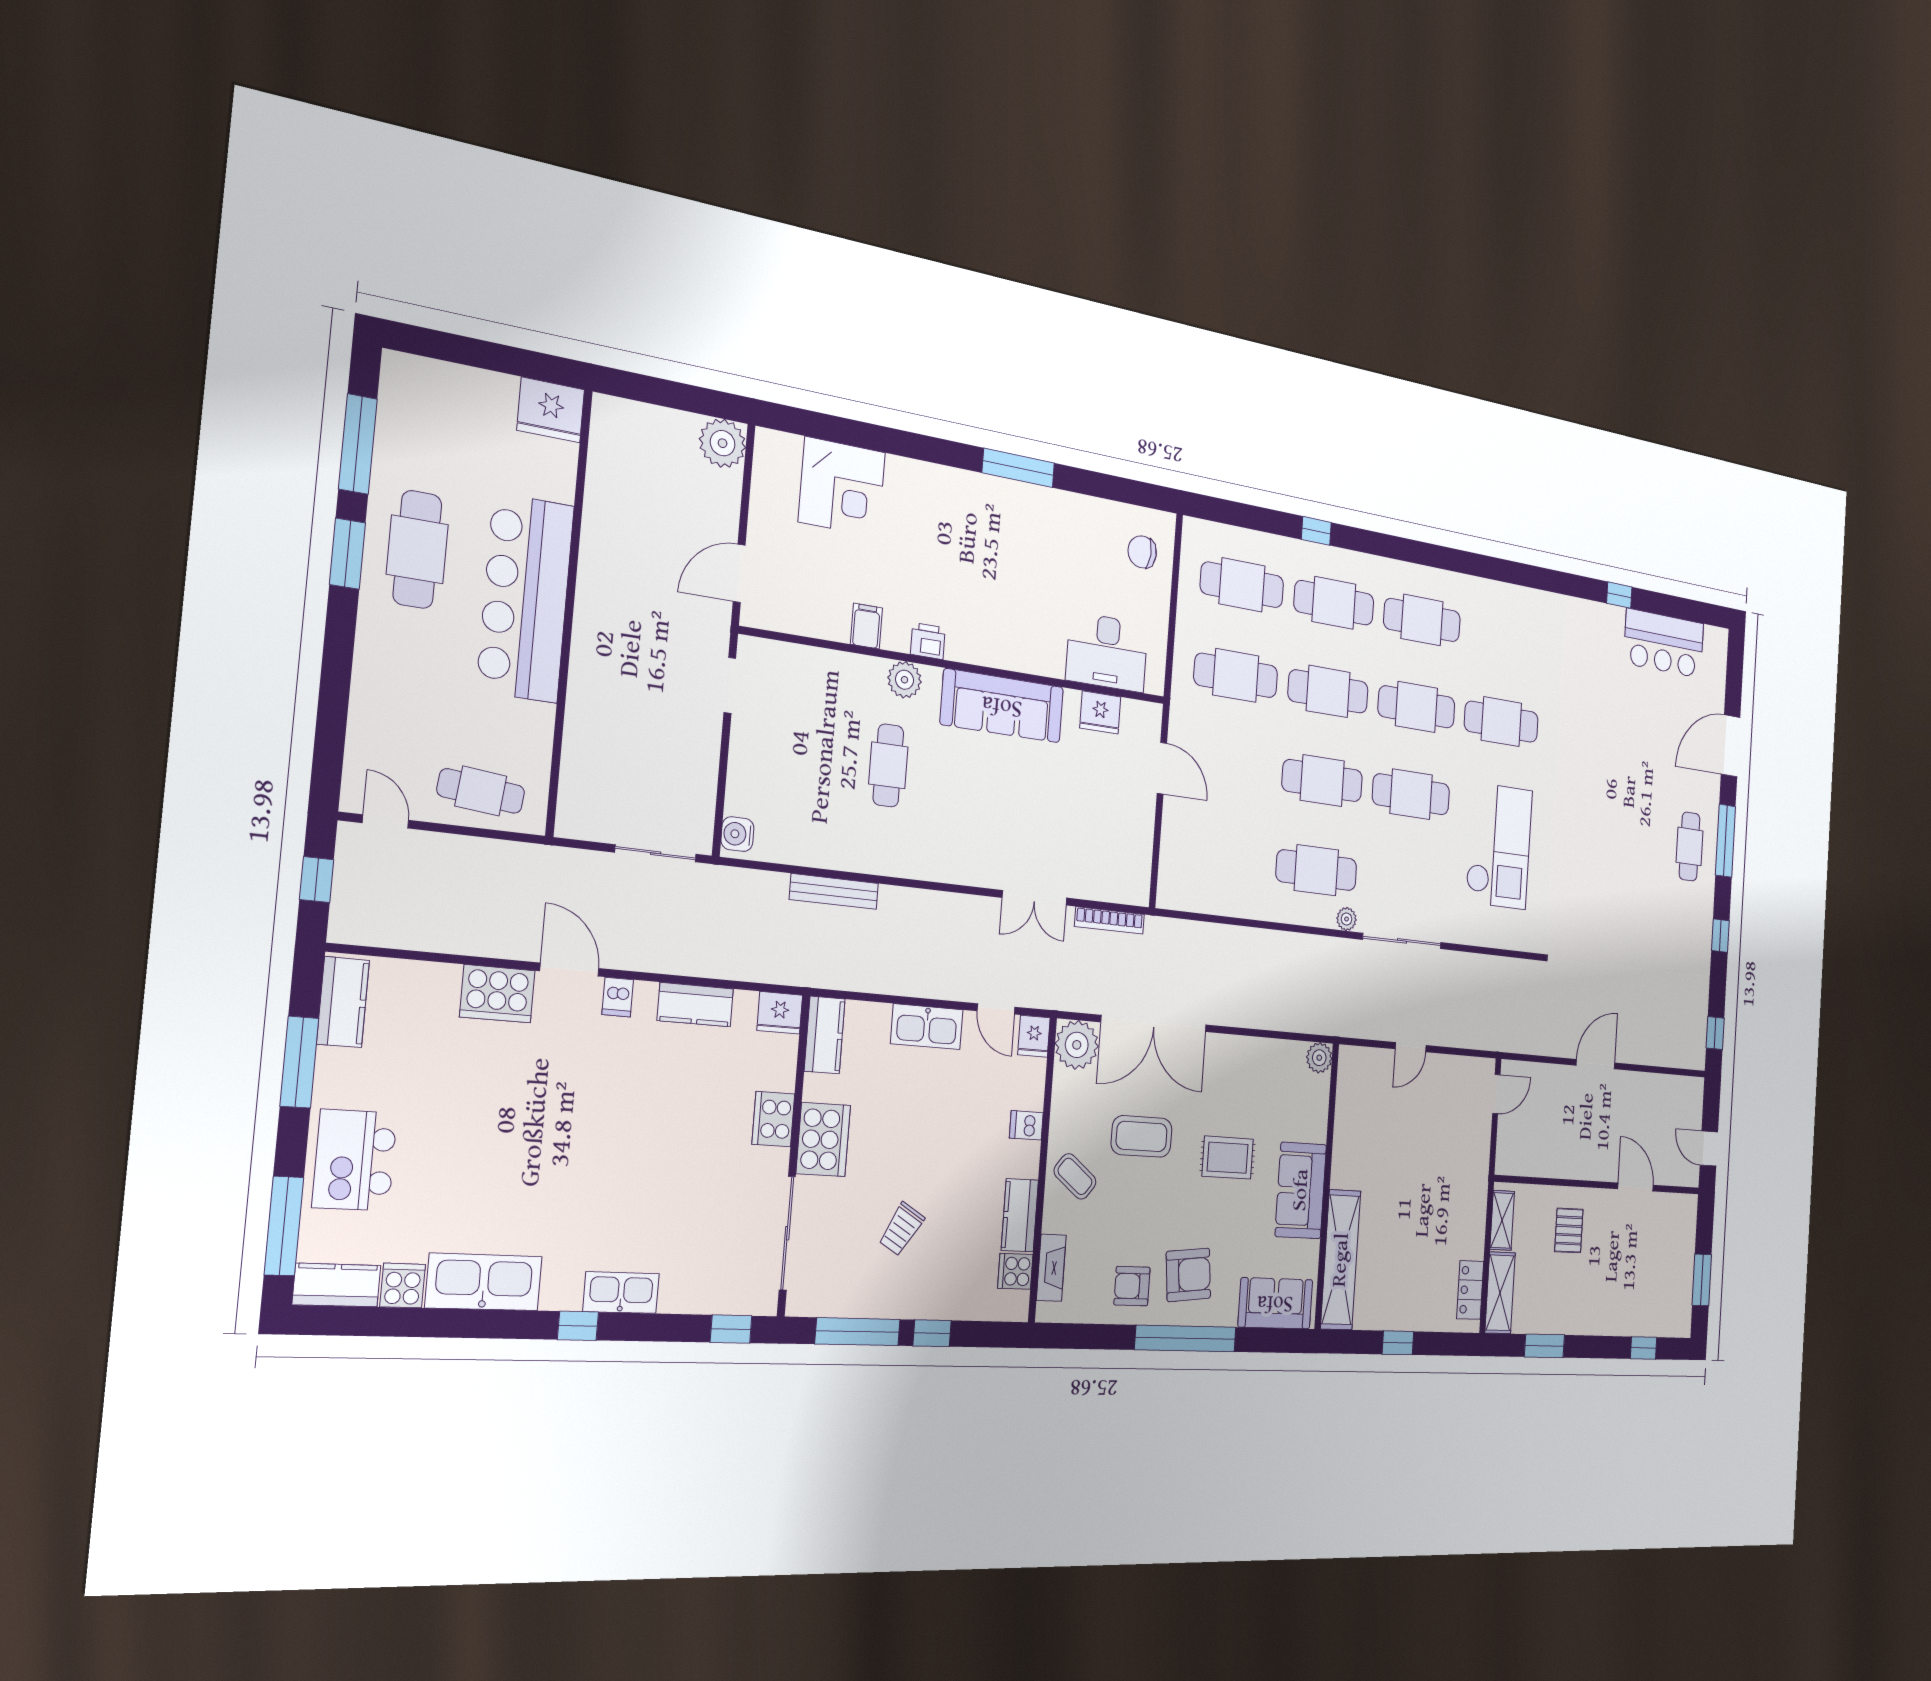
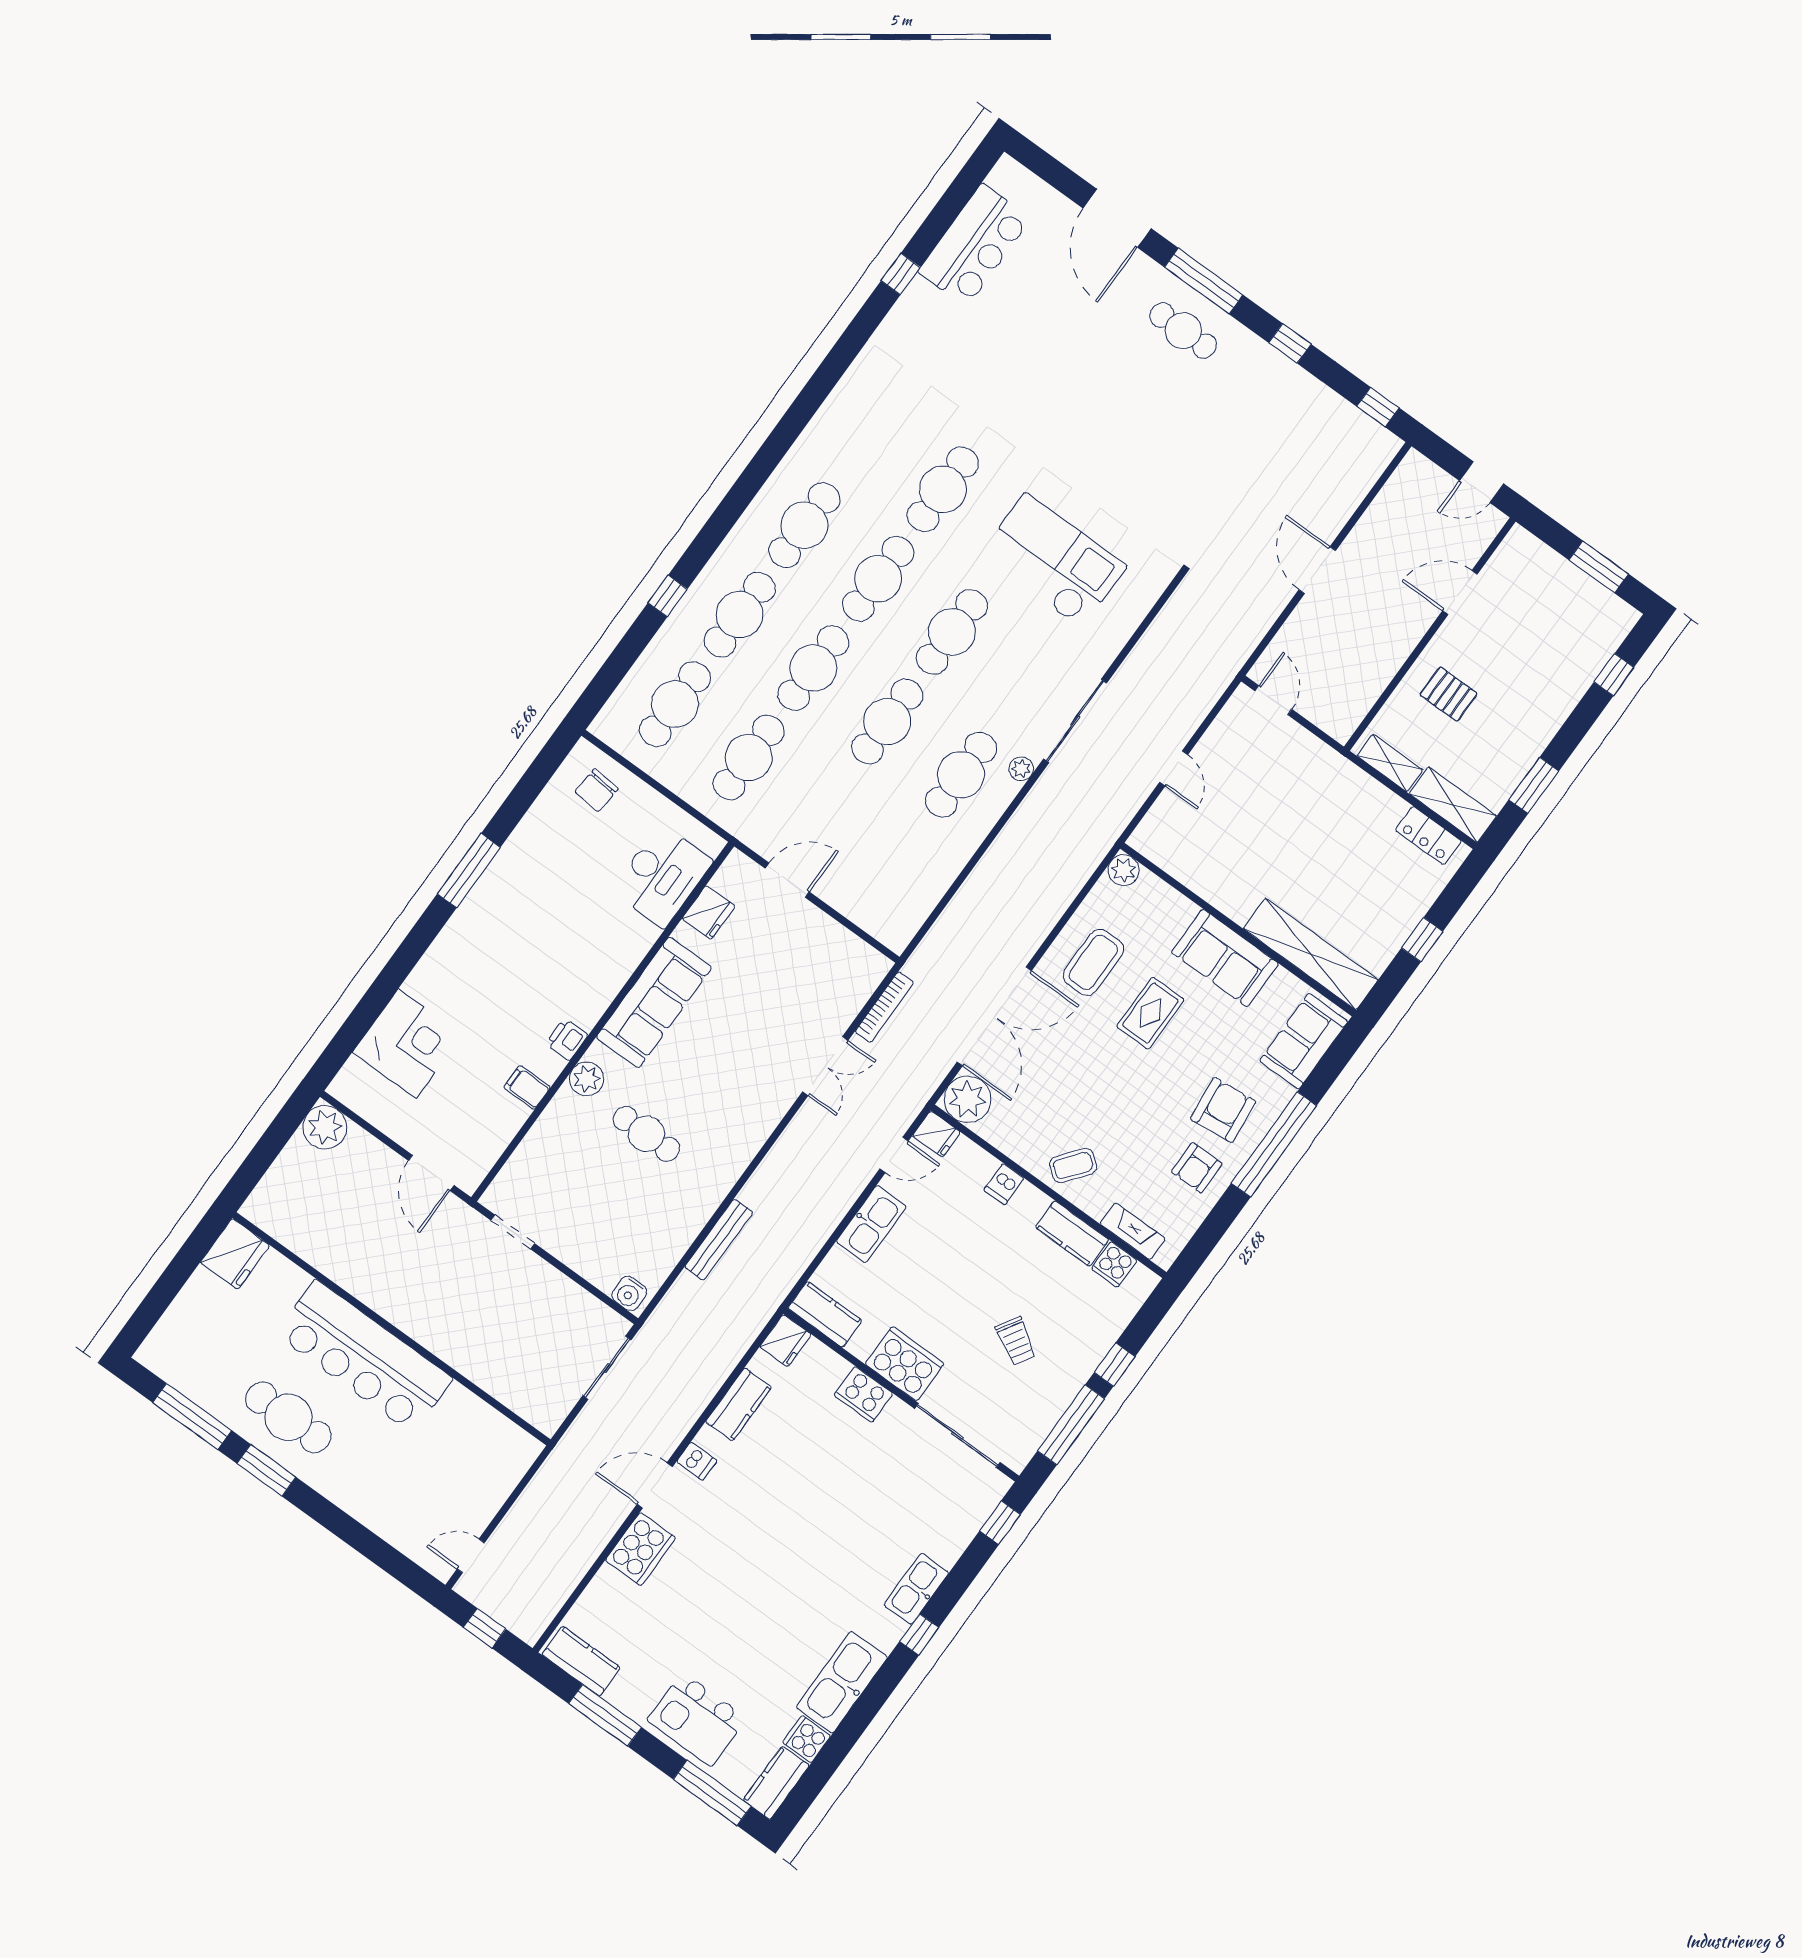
cafe table: (481, 791) -> (487, 1474), removed
coffee table: (1142, 1136) -> (1093, 962), moved

